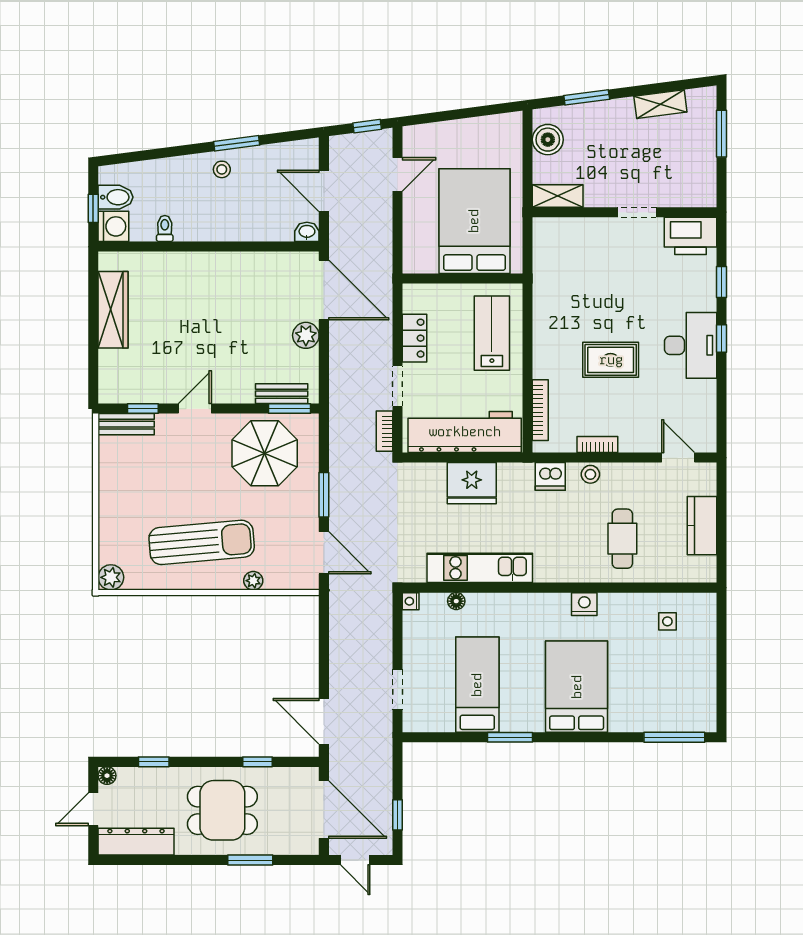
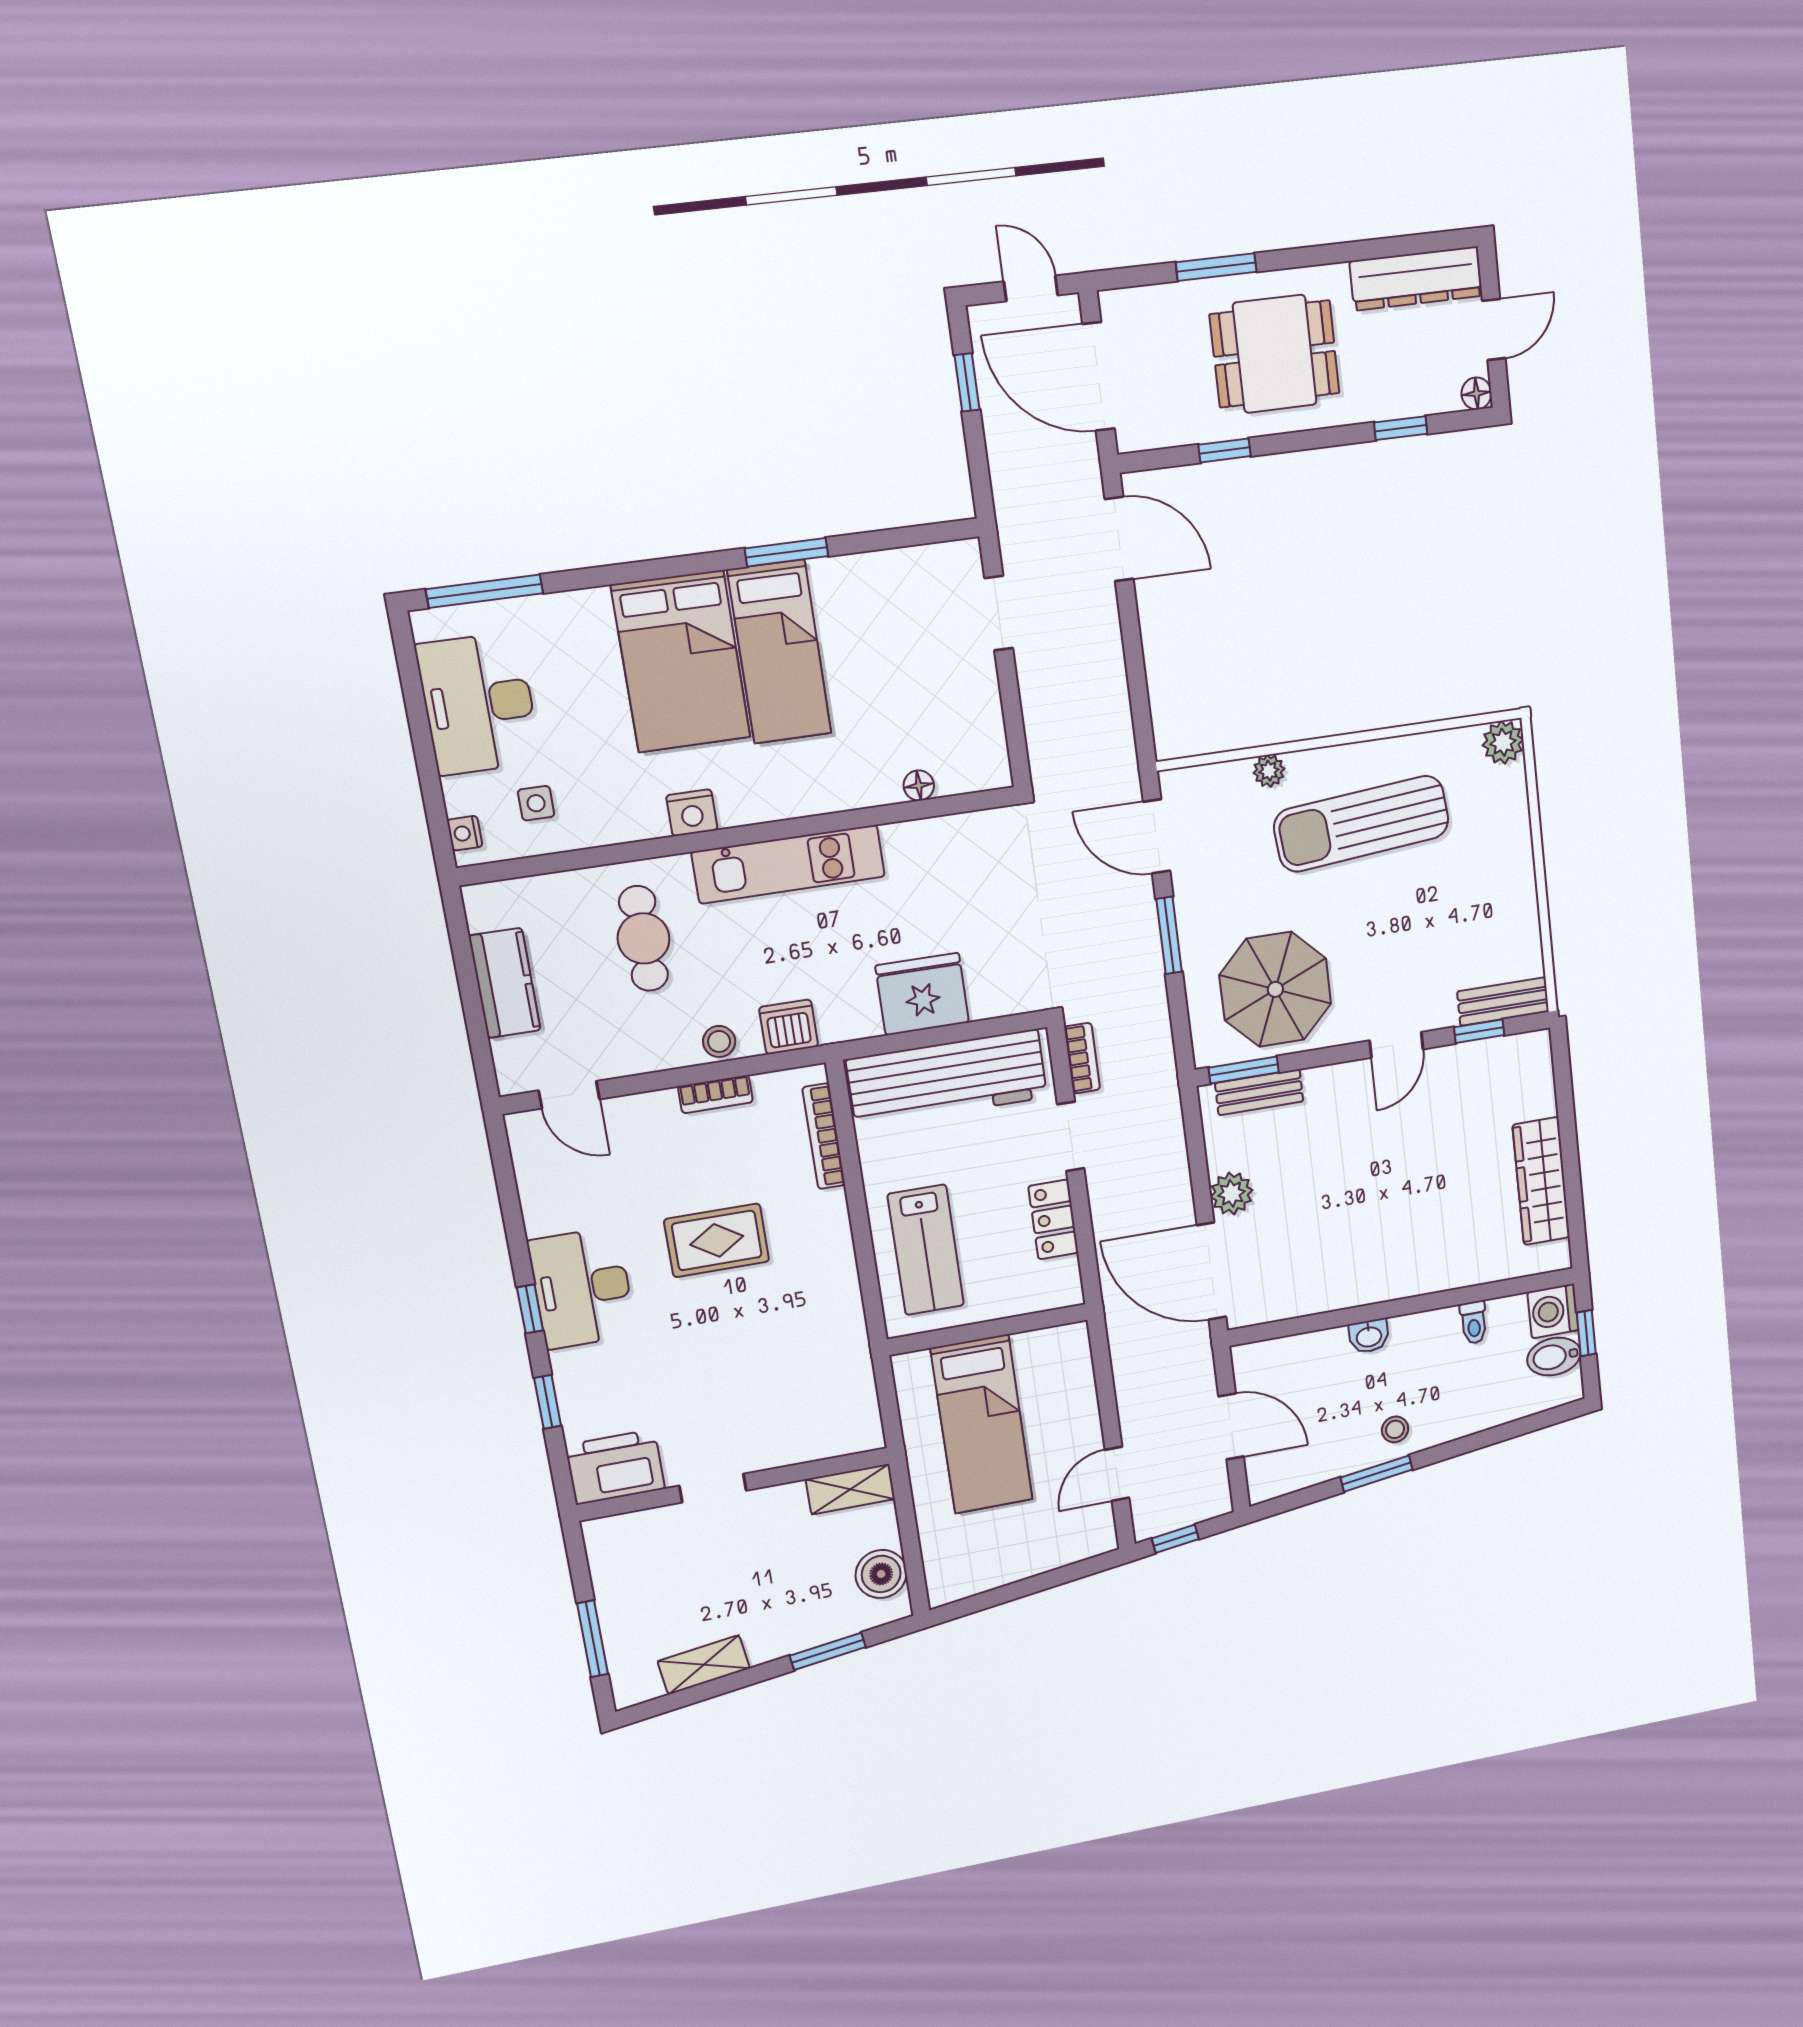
bed: (474, 221) -> (982, 1424), width x0.67
washbasin: (307, 232) -> (1369, 1336), moved
kitchen unit: (480, 568) -> (788, 864), moved
nightstand: (411, 601) -> (465, 833), moved, turned 180
desk: (688, 679) -> (478, 704), added
bed: (477, 685) -> (779, 652), moved

